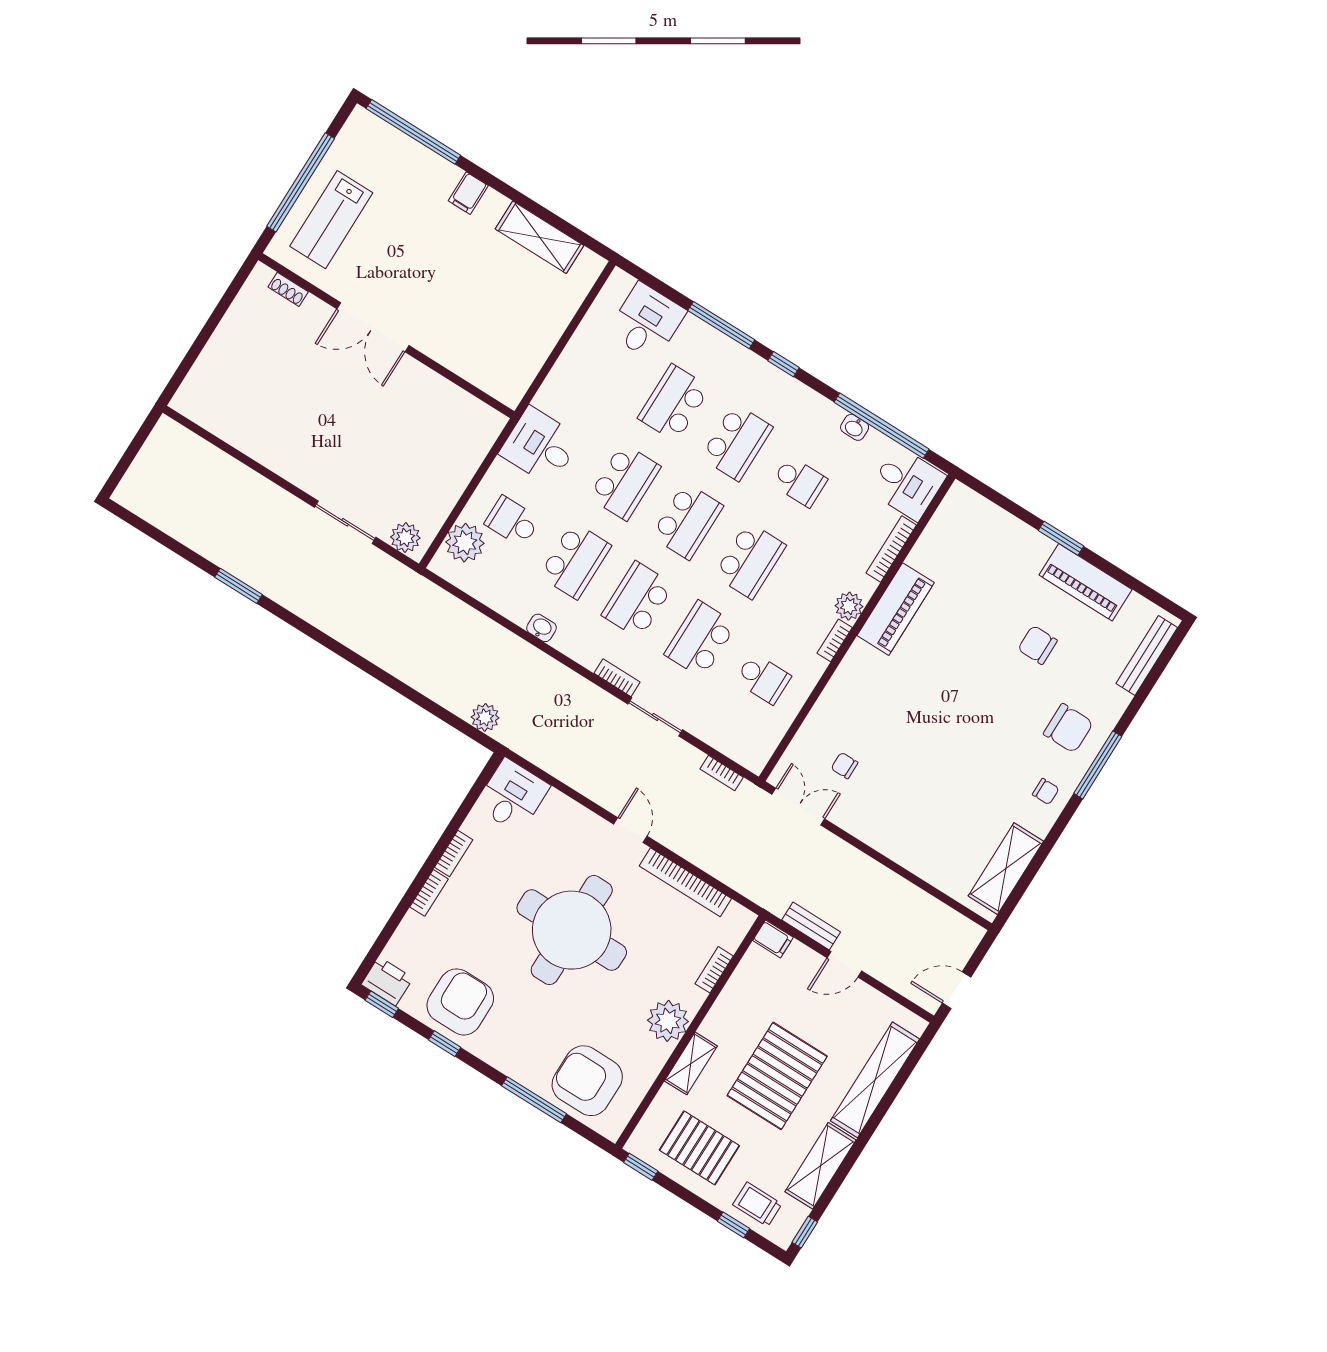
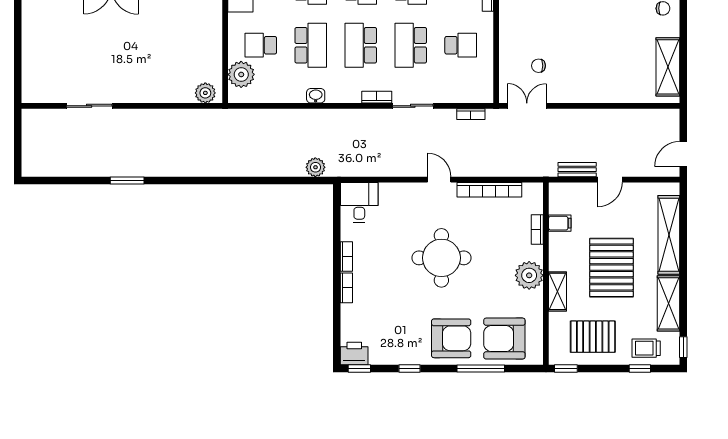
sliding door: (345, 522) -> (89, 106), moved
round table: (572, 930) -> (441, 258), width x0.73, depth x0.73
filing cabinet: (773, 939) -> (560, 223), moved
armchair: (460, 1002) -> (451, 338), moved, turned 90

